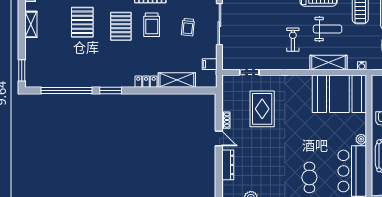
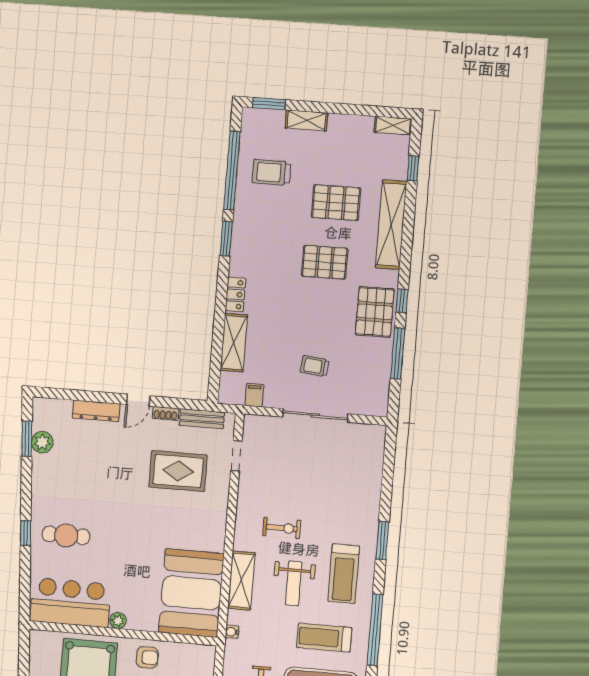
shelving: (31, 24) -> (306, 120), moved
trolley: (152, 25) -> (271, 172), moved
bench: (227, 96) -> (202, 419), added

